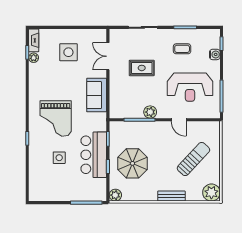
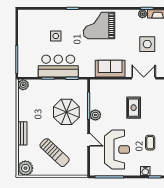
reception desk: (190, 87) -> (117, 150), turned 180
grand piano: (56, 118) -> (99, 26), moved
door: (179, 120) -> (89, 140), swing flipped
parasol: (132, 163) -> (66, 112), moved

